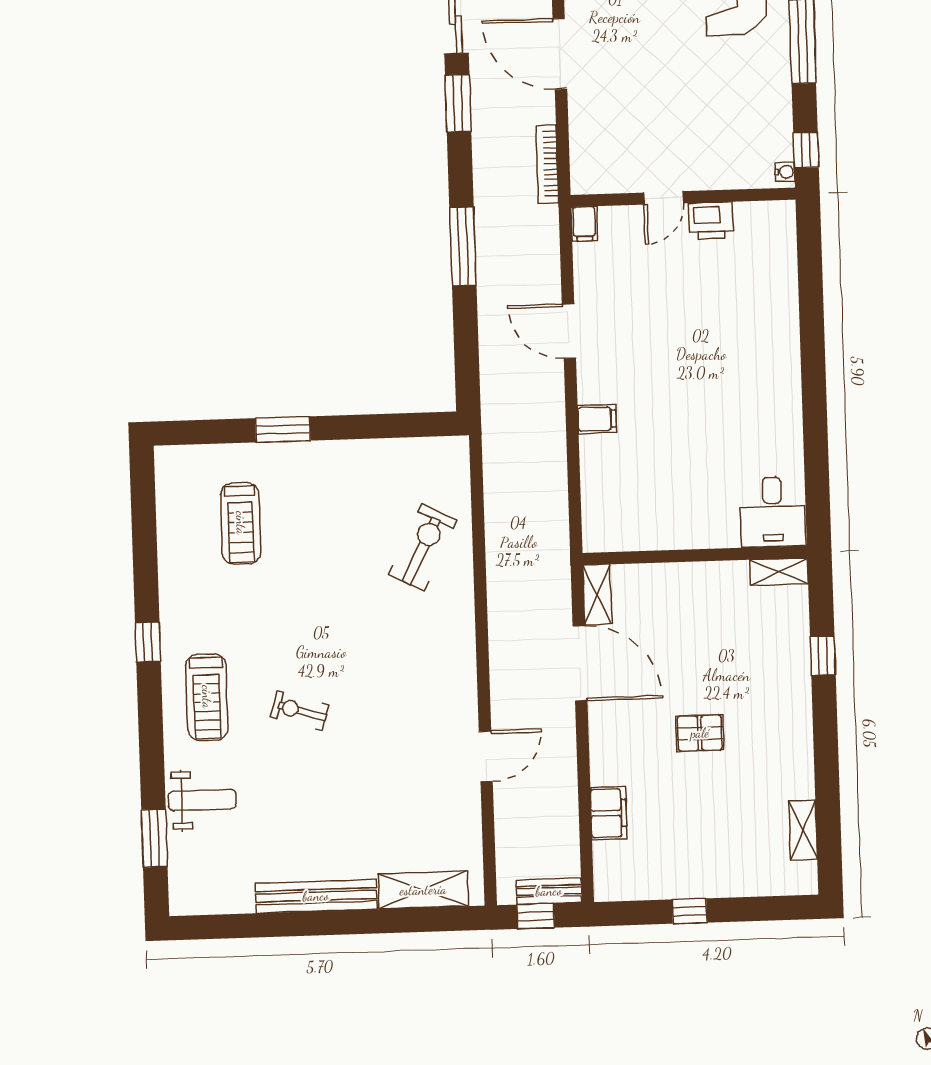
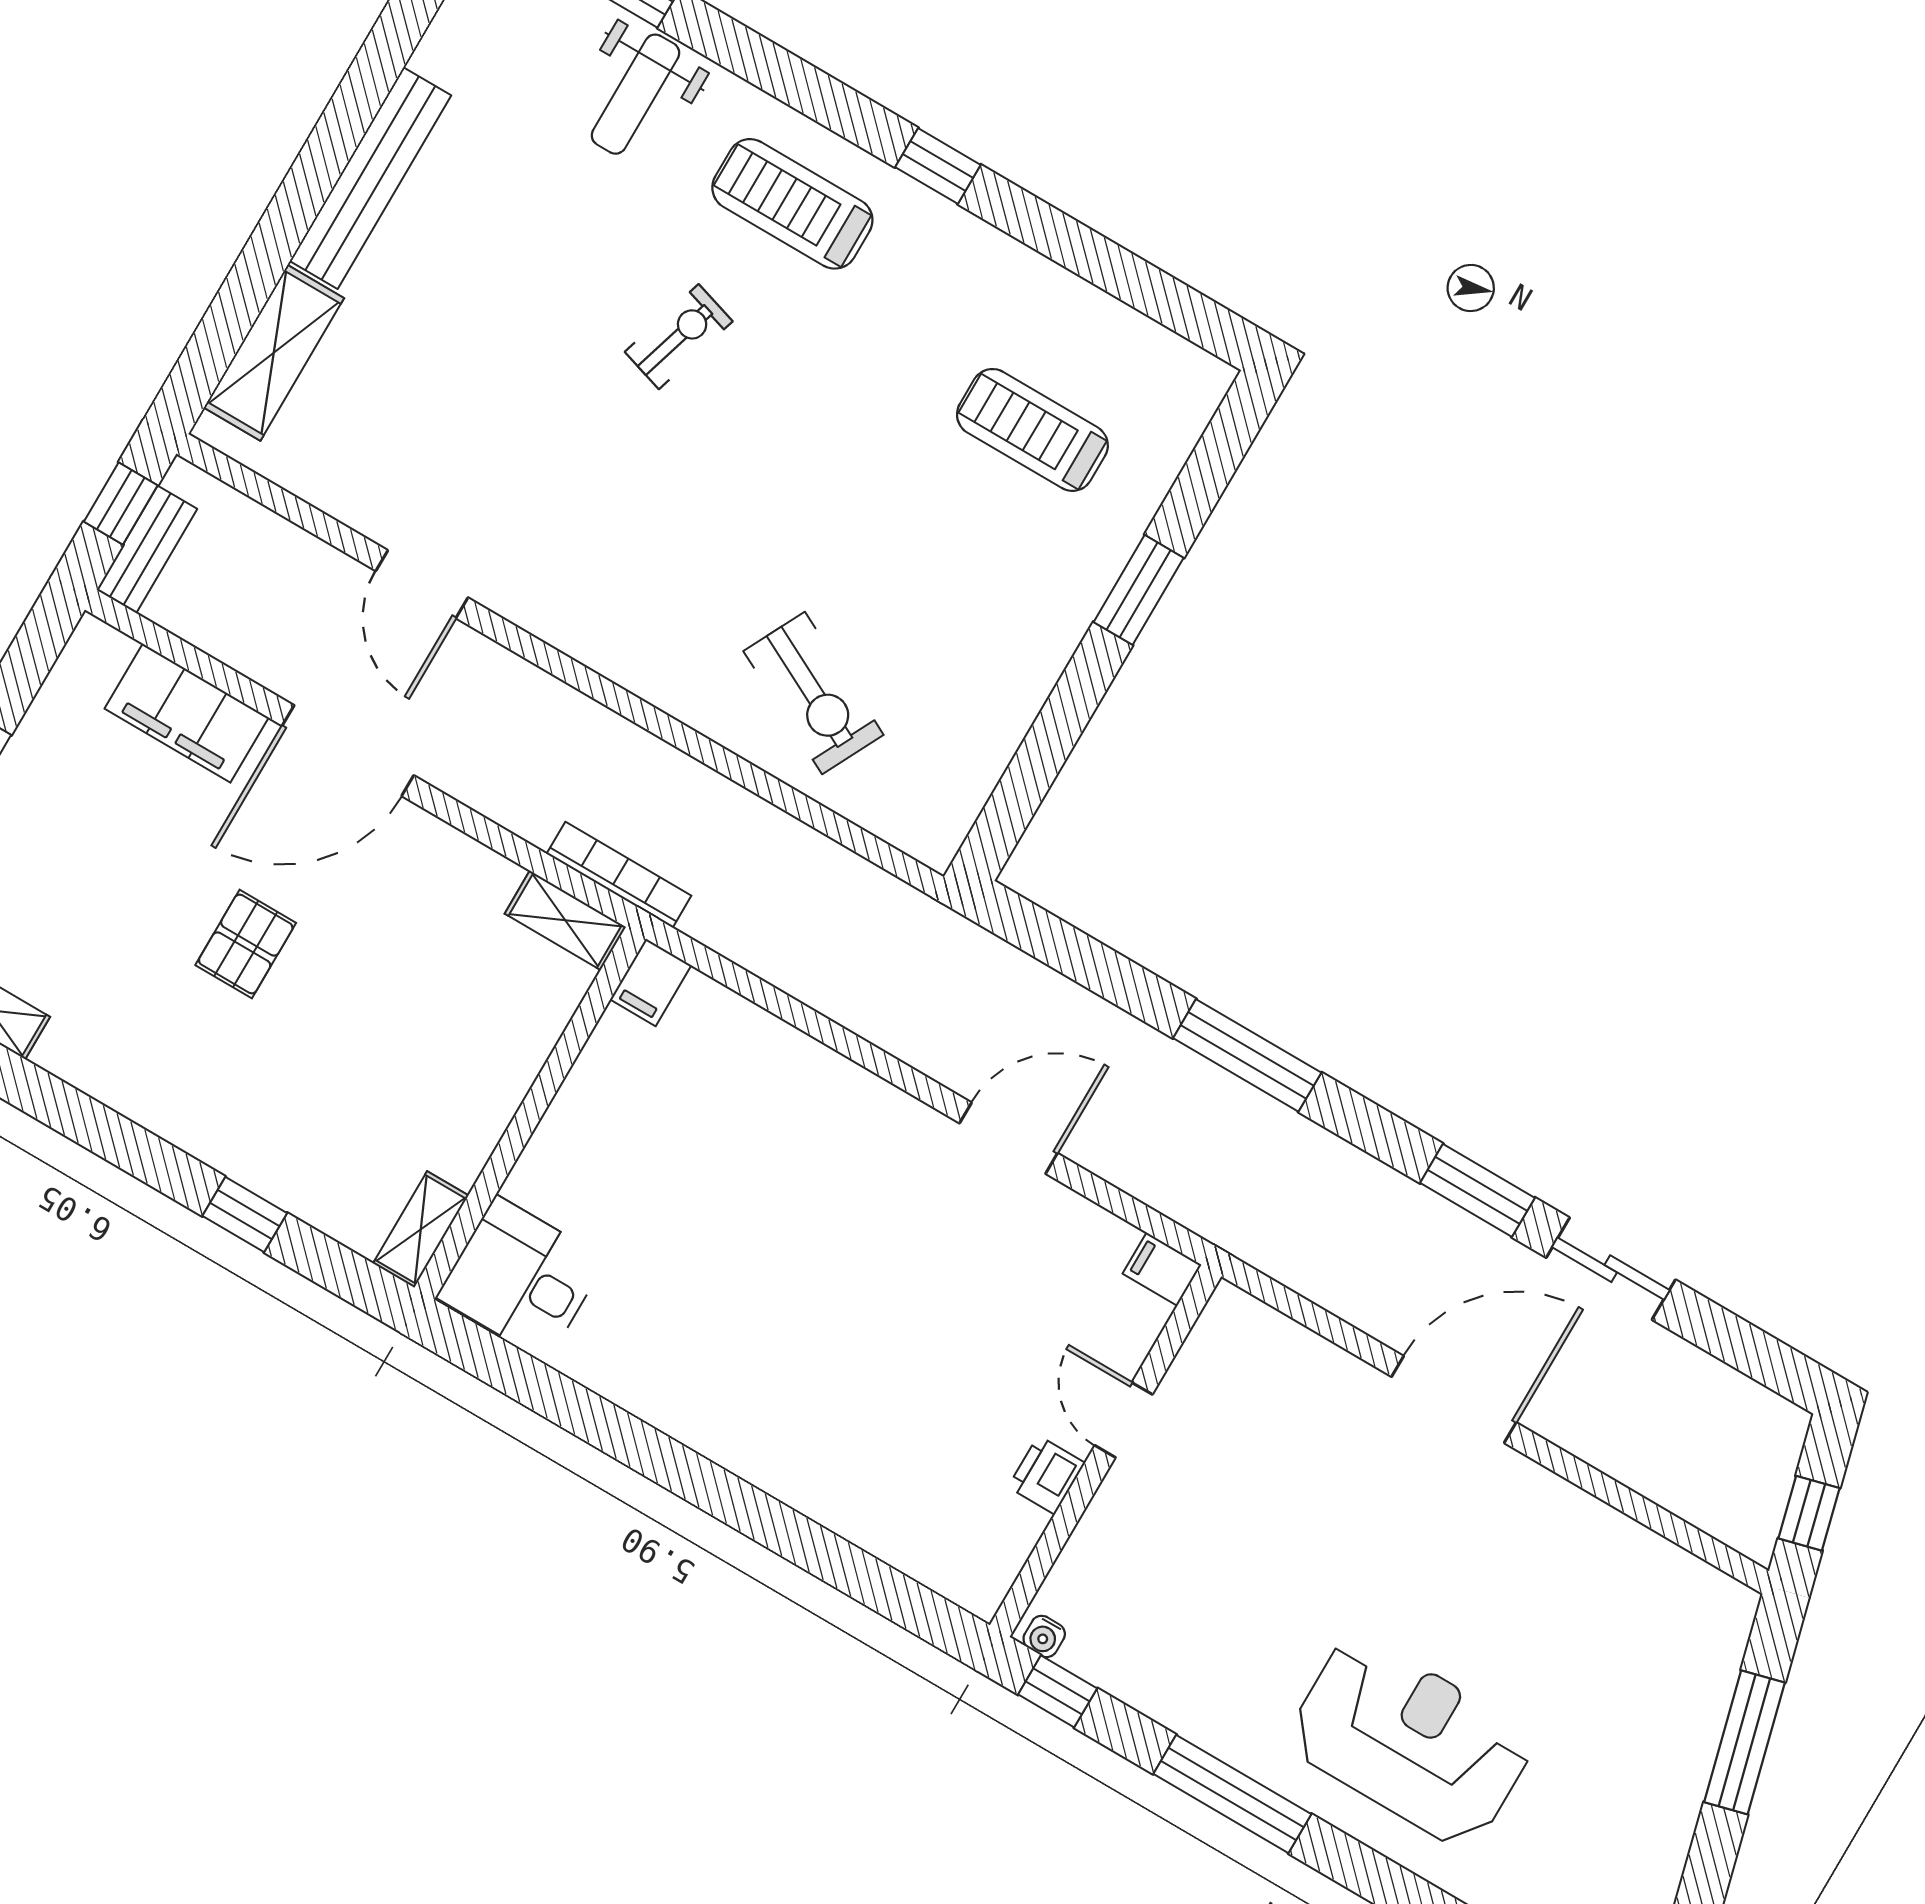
bookcase: (547, 164) -> (619, 875), moved
printer: (711, 221) -> (1047, 1475), width x0.73, depth x0.81
filing cabinet: (597, 419) -> (651, 982), moved
door: (580, 663) -> (348, 751), moved
filing cabinet: (608, 813) -> (187, 713), width x1.50, depth x1.17

